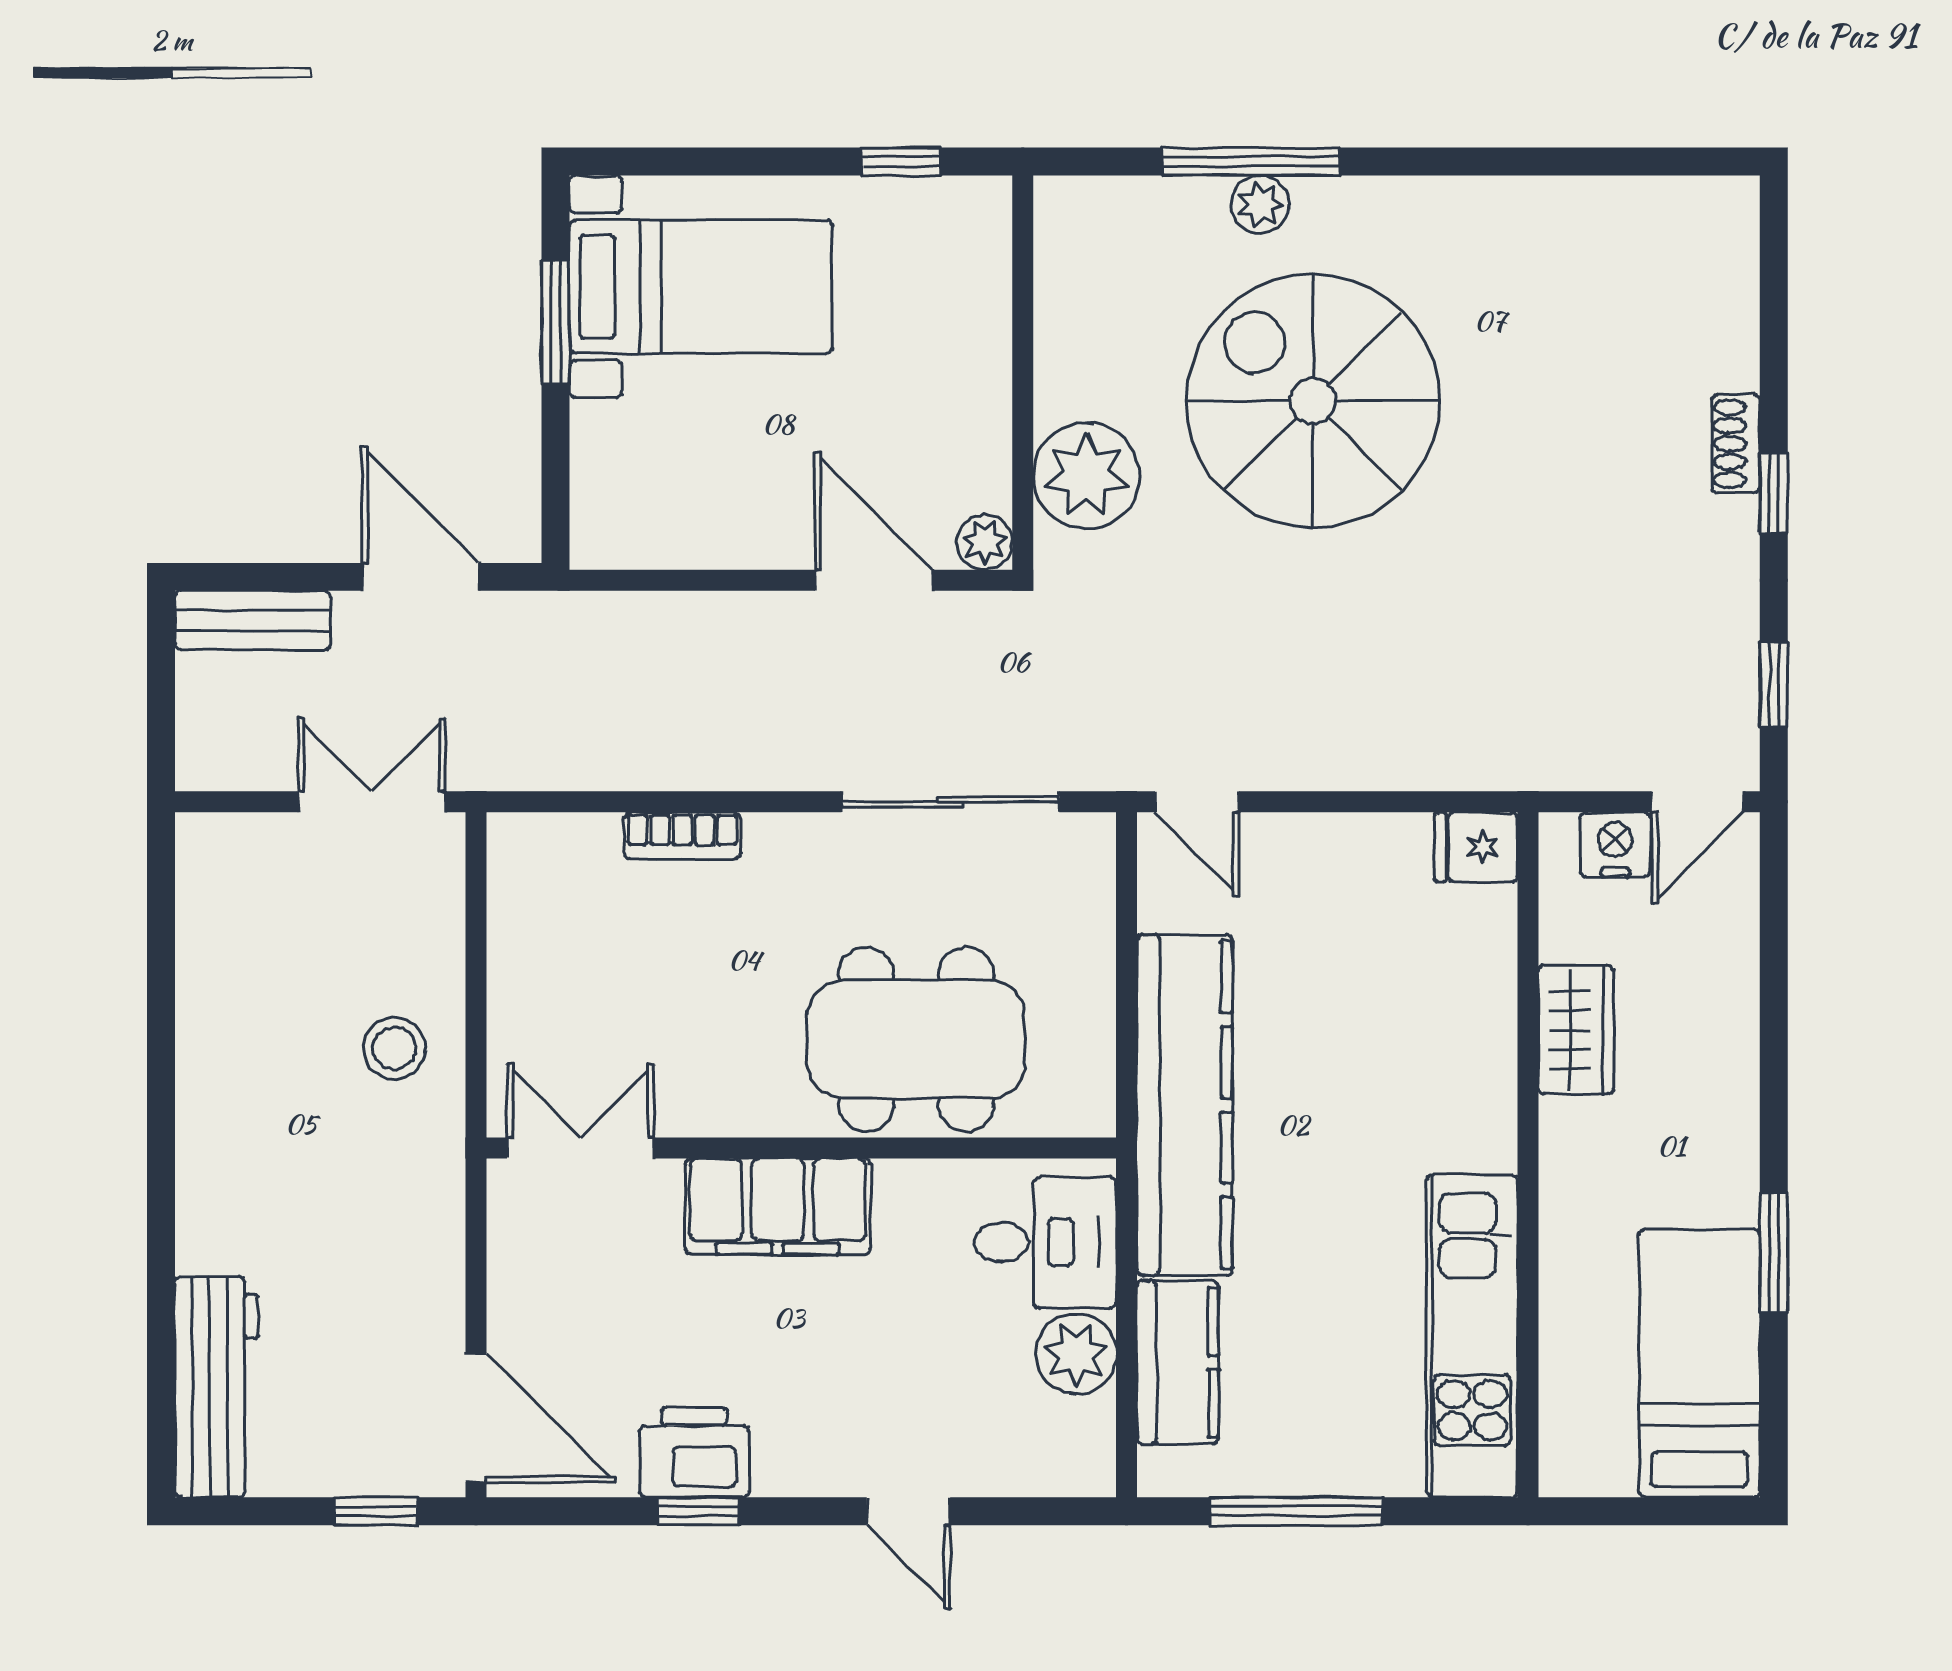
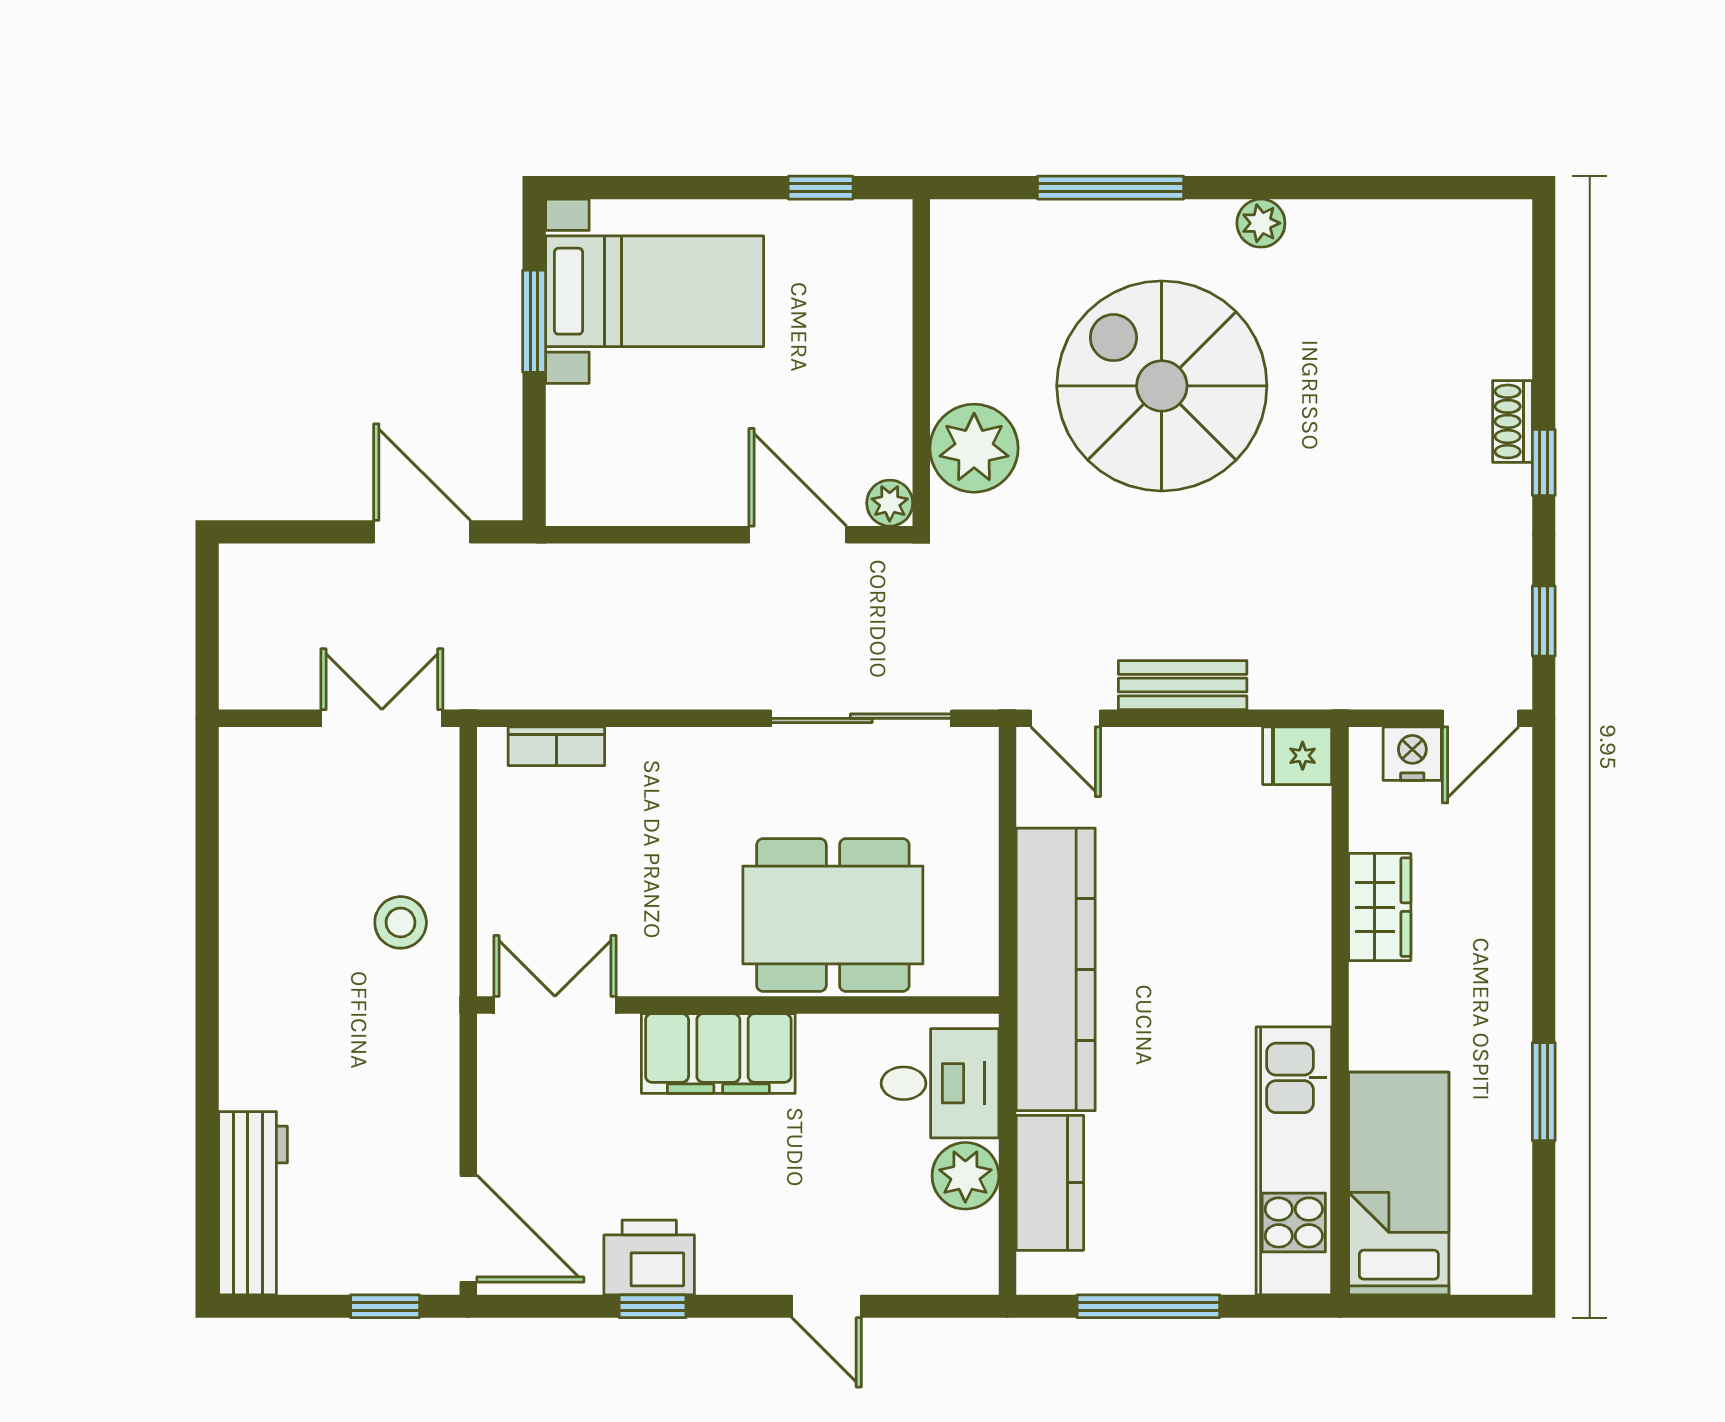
plant: (1260, 204) -> (1261, 223), moved
bench: (252, 620) -> (1183, 685), moved
bookcase: (682, 836) -> (556, 746), moved
bed: (1699, 1363) -> (1399, 1183), moved

